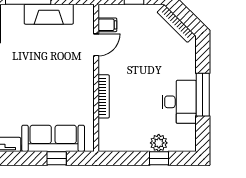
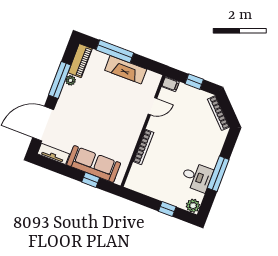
filing cabinet: (107, 25) -> (170, 84), moved
desk: (179, 102) -> (197, 177), width x0.73
plant: (159, 143) -> (193, 206), moved

